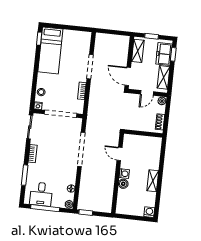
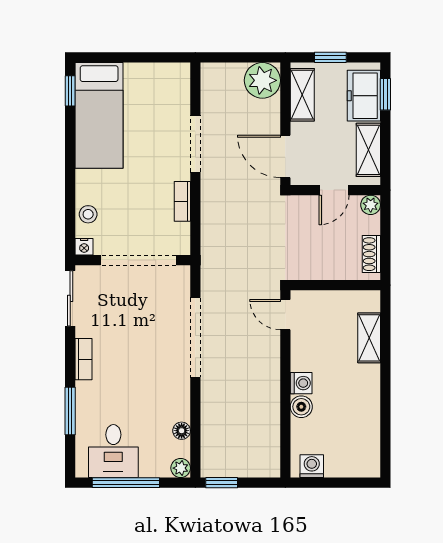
plant: (122, 43) -> (262, 80), added
door: (120, 154) -> (285, 315), moved
shelving: (153, 181) -> (369, 338), moved
washing machine: (149, 212) -> (312, 466), moved

